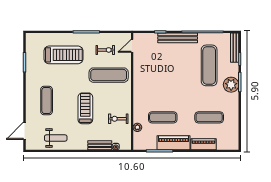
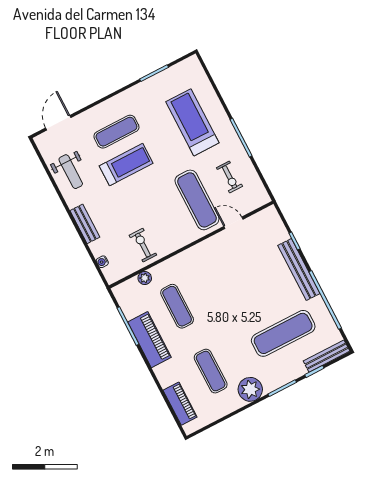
door: (132, 46) -> (233, 223), moved
treadmill: (63, 55) -> (192, 122), turned 180
plant: (231, 85) -> (250, 389), moved
treadmill: (85, 108) -> (126, 165), moved
door: (25, 131) -> (58, 123), hinge flipped
piano: (203, 144) -> (180, 404), moved
bench: (100, 145) -> (85, 224), moved

